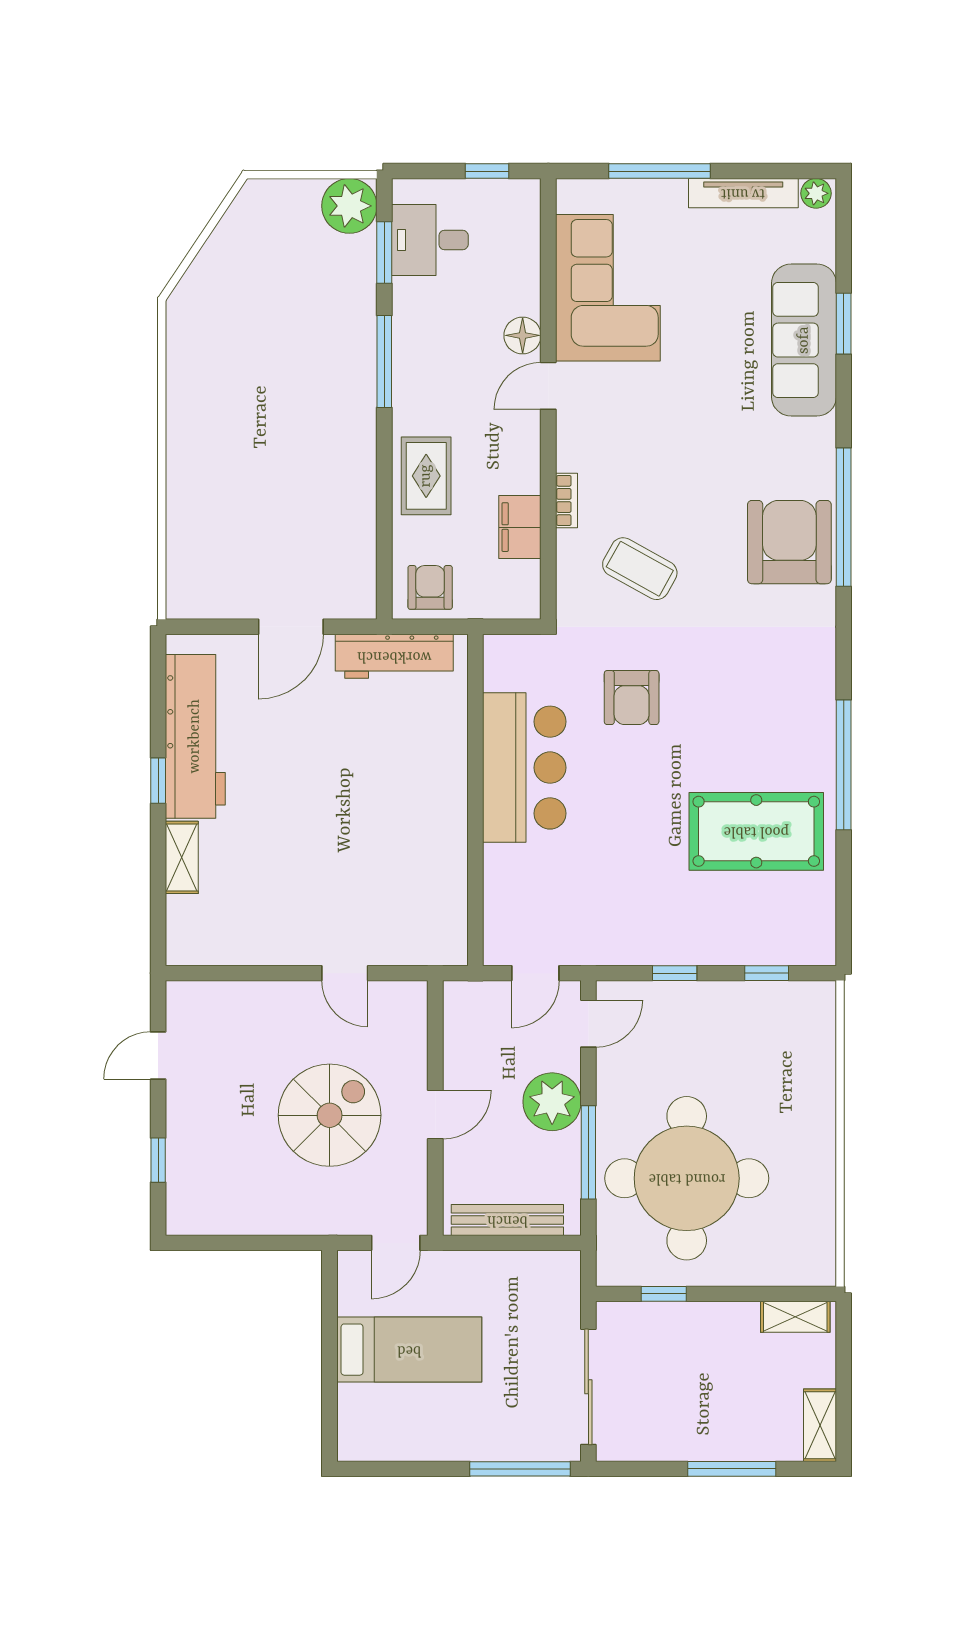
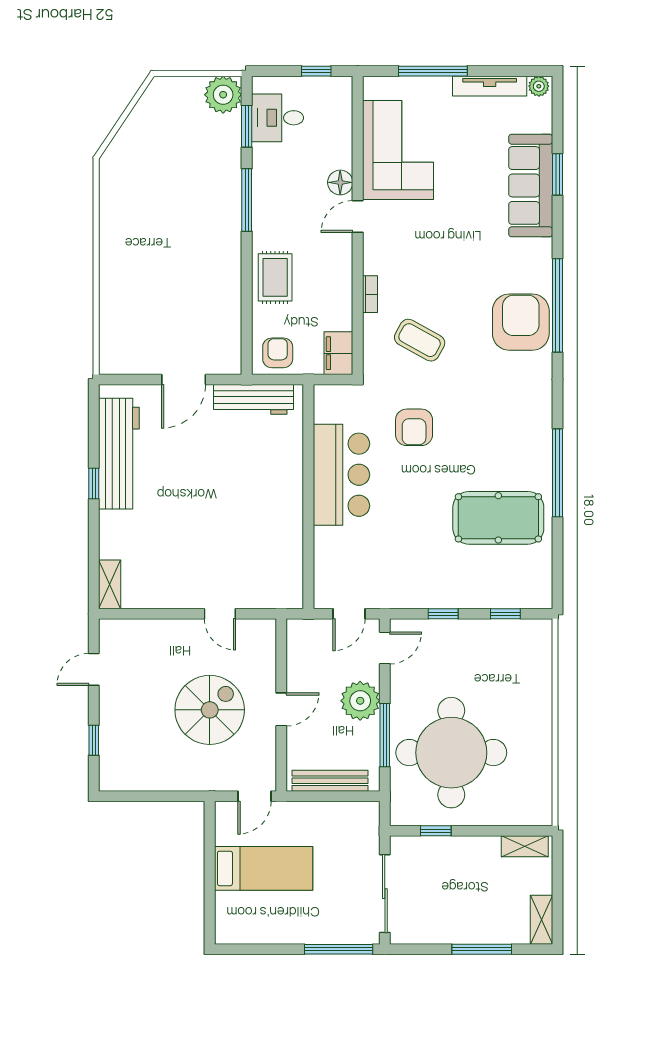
filing cabinet: (520, 527) -> (338, 353), moved
shelving: (182, 857) -> (110, 584), moved

